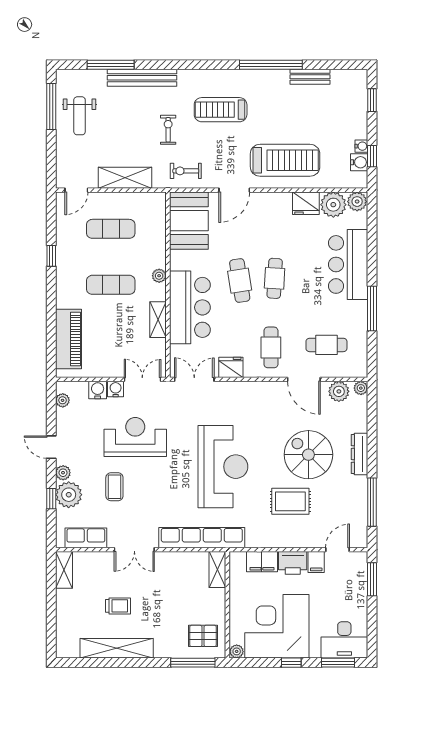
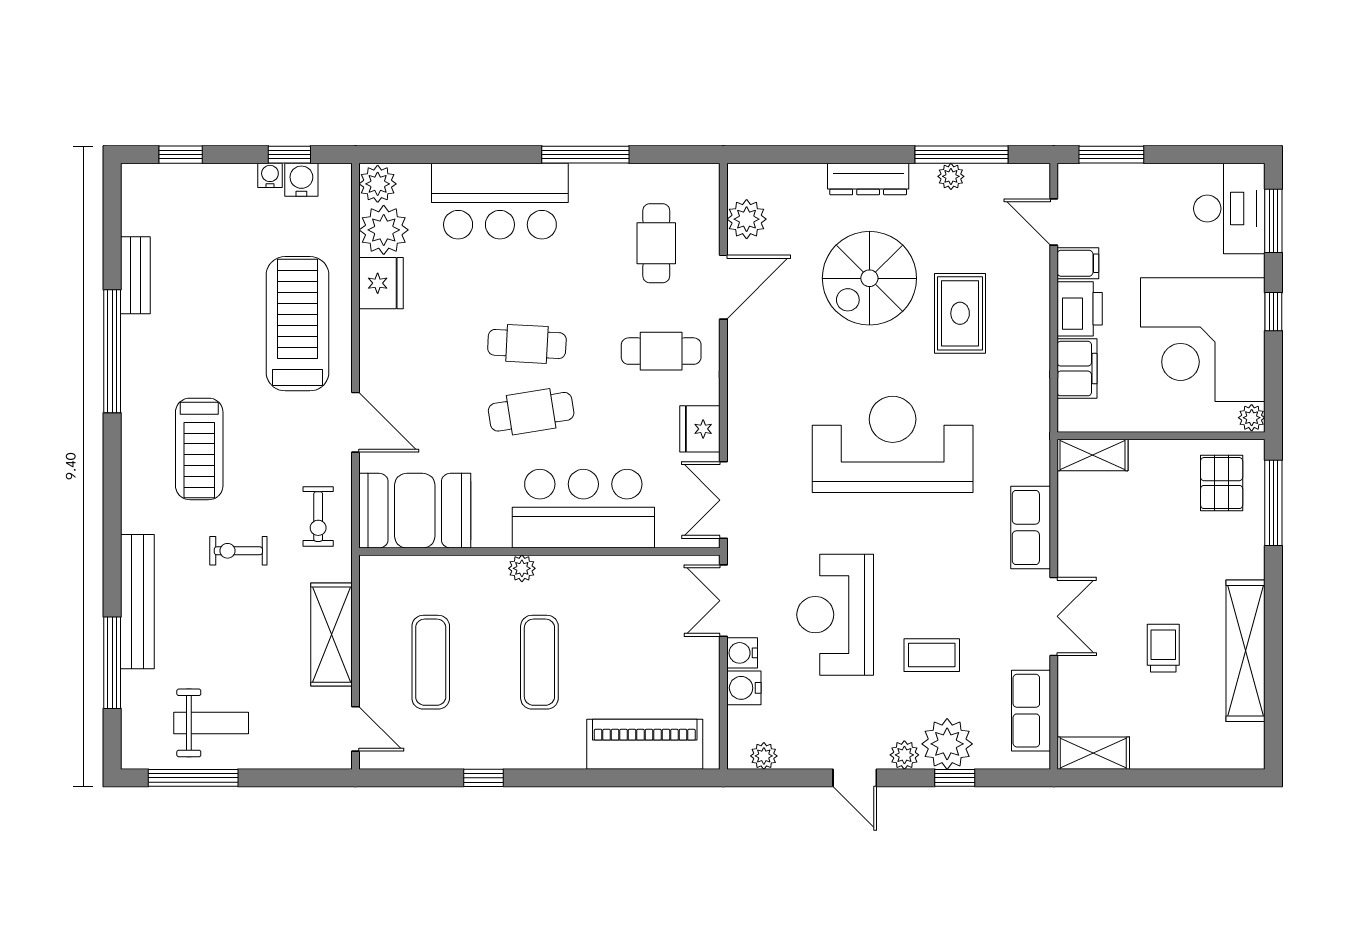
shelving: (158, 320) -> (607, 571), removed
plant: (361, 388) -> (951, 176), moved
door: (51, 447) -> (855, 778), hinge flipped
row of seats: (202, 538) -> (1031, 528), width x0.50

